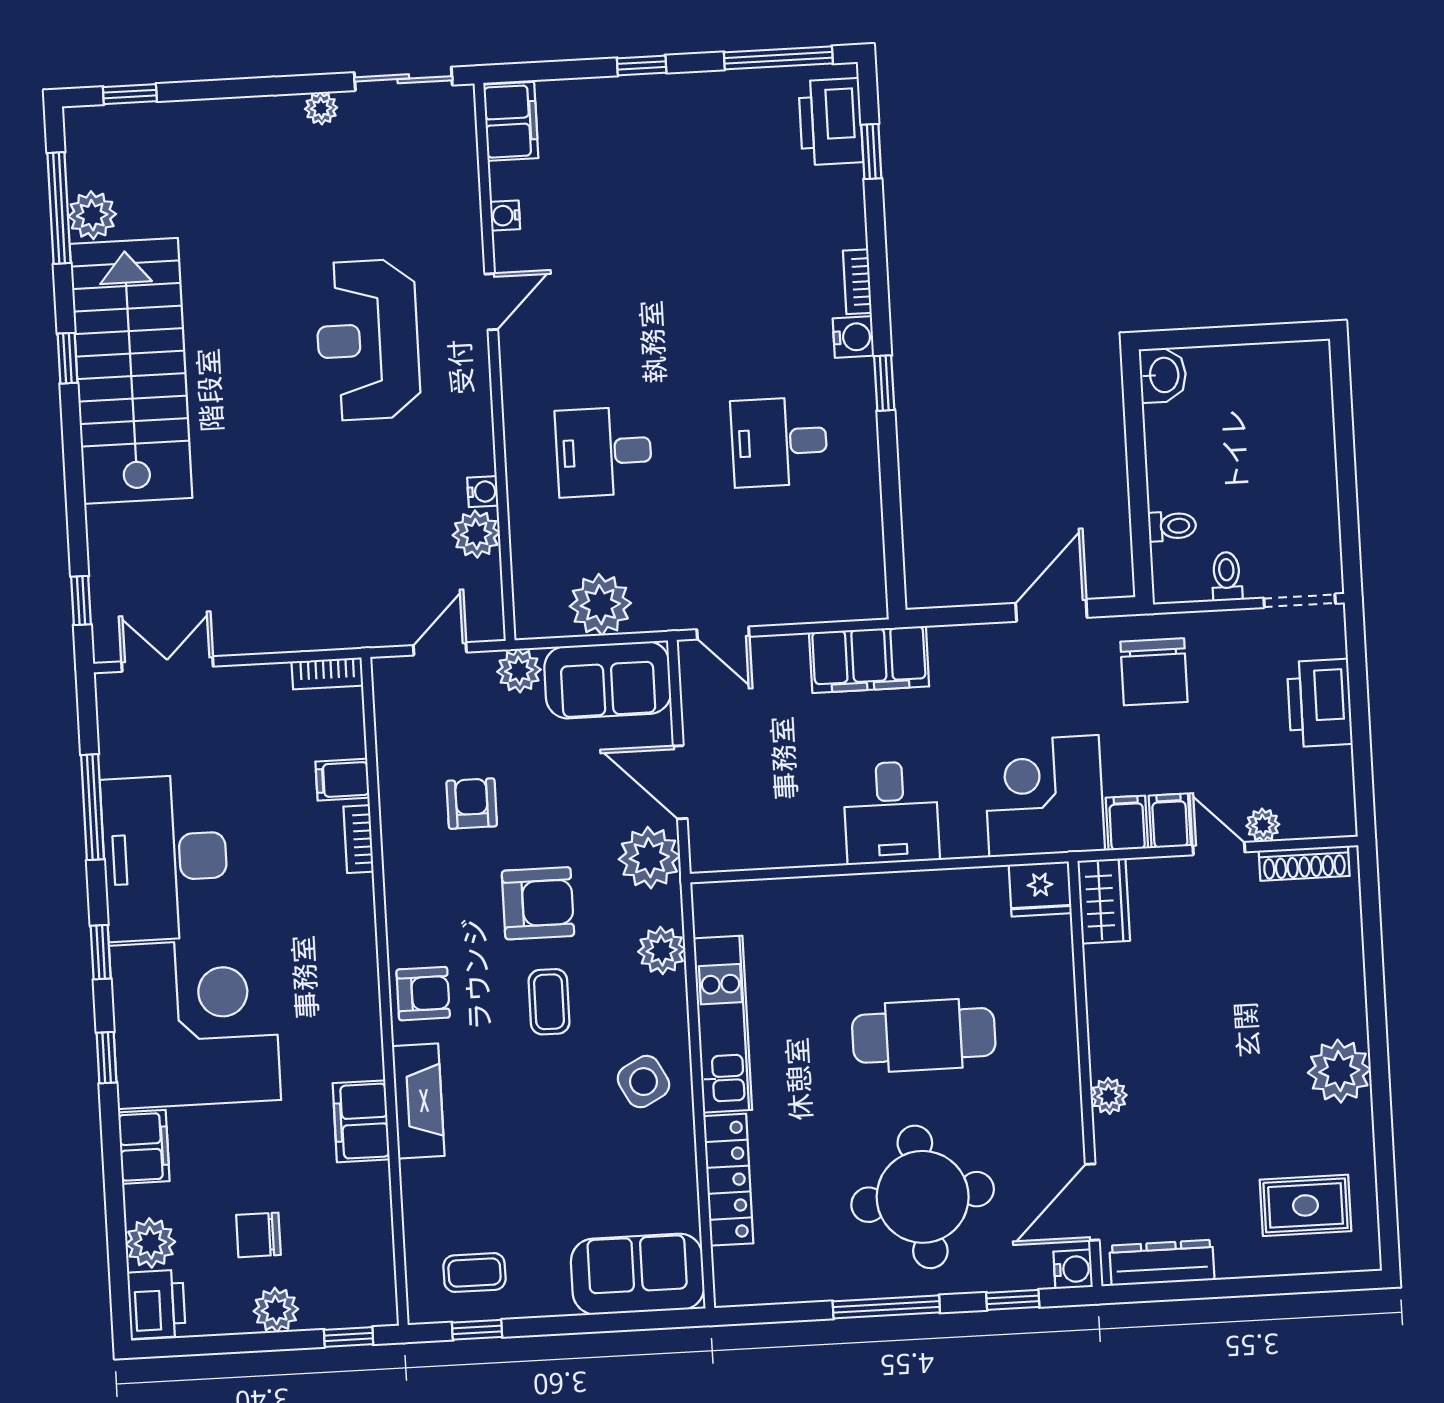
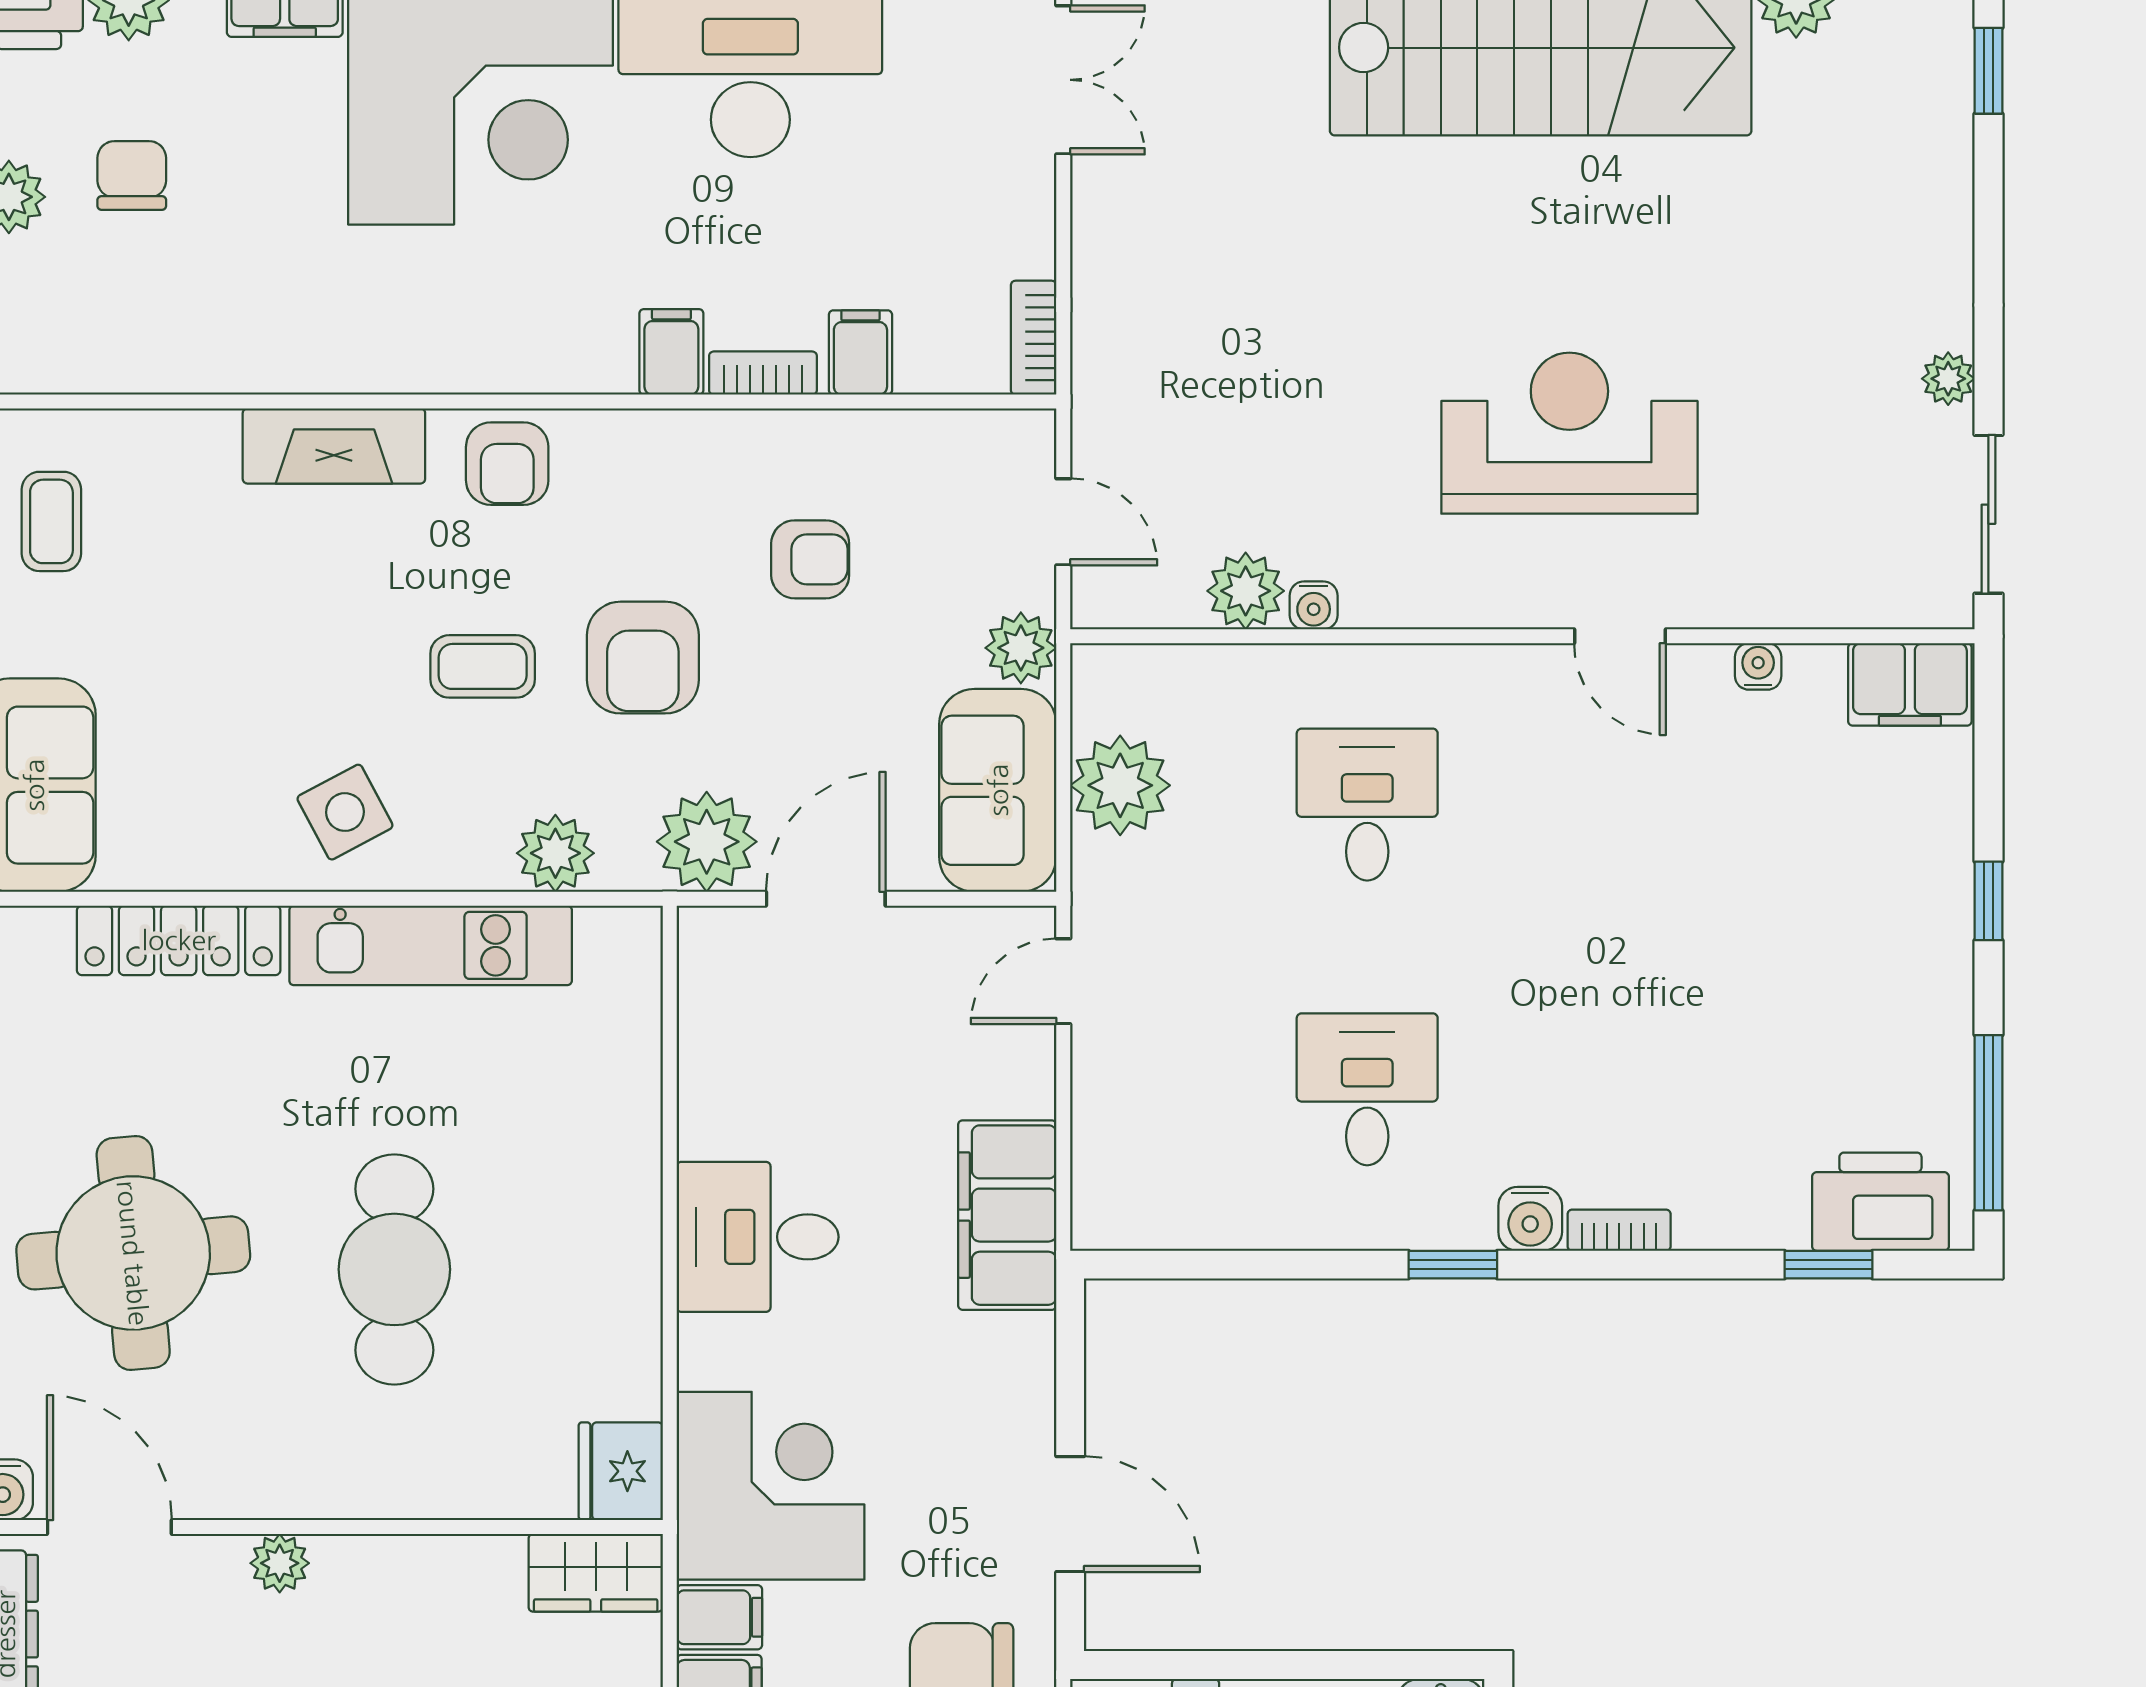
filing cabinet: (361, 1121) -> (671, 352), moved, width x0.50

